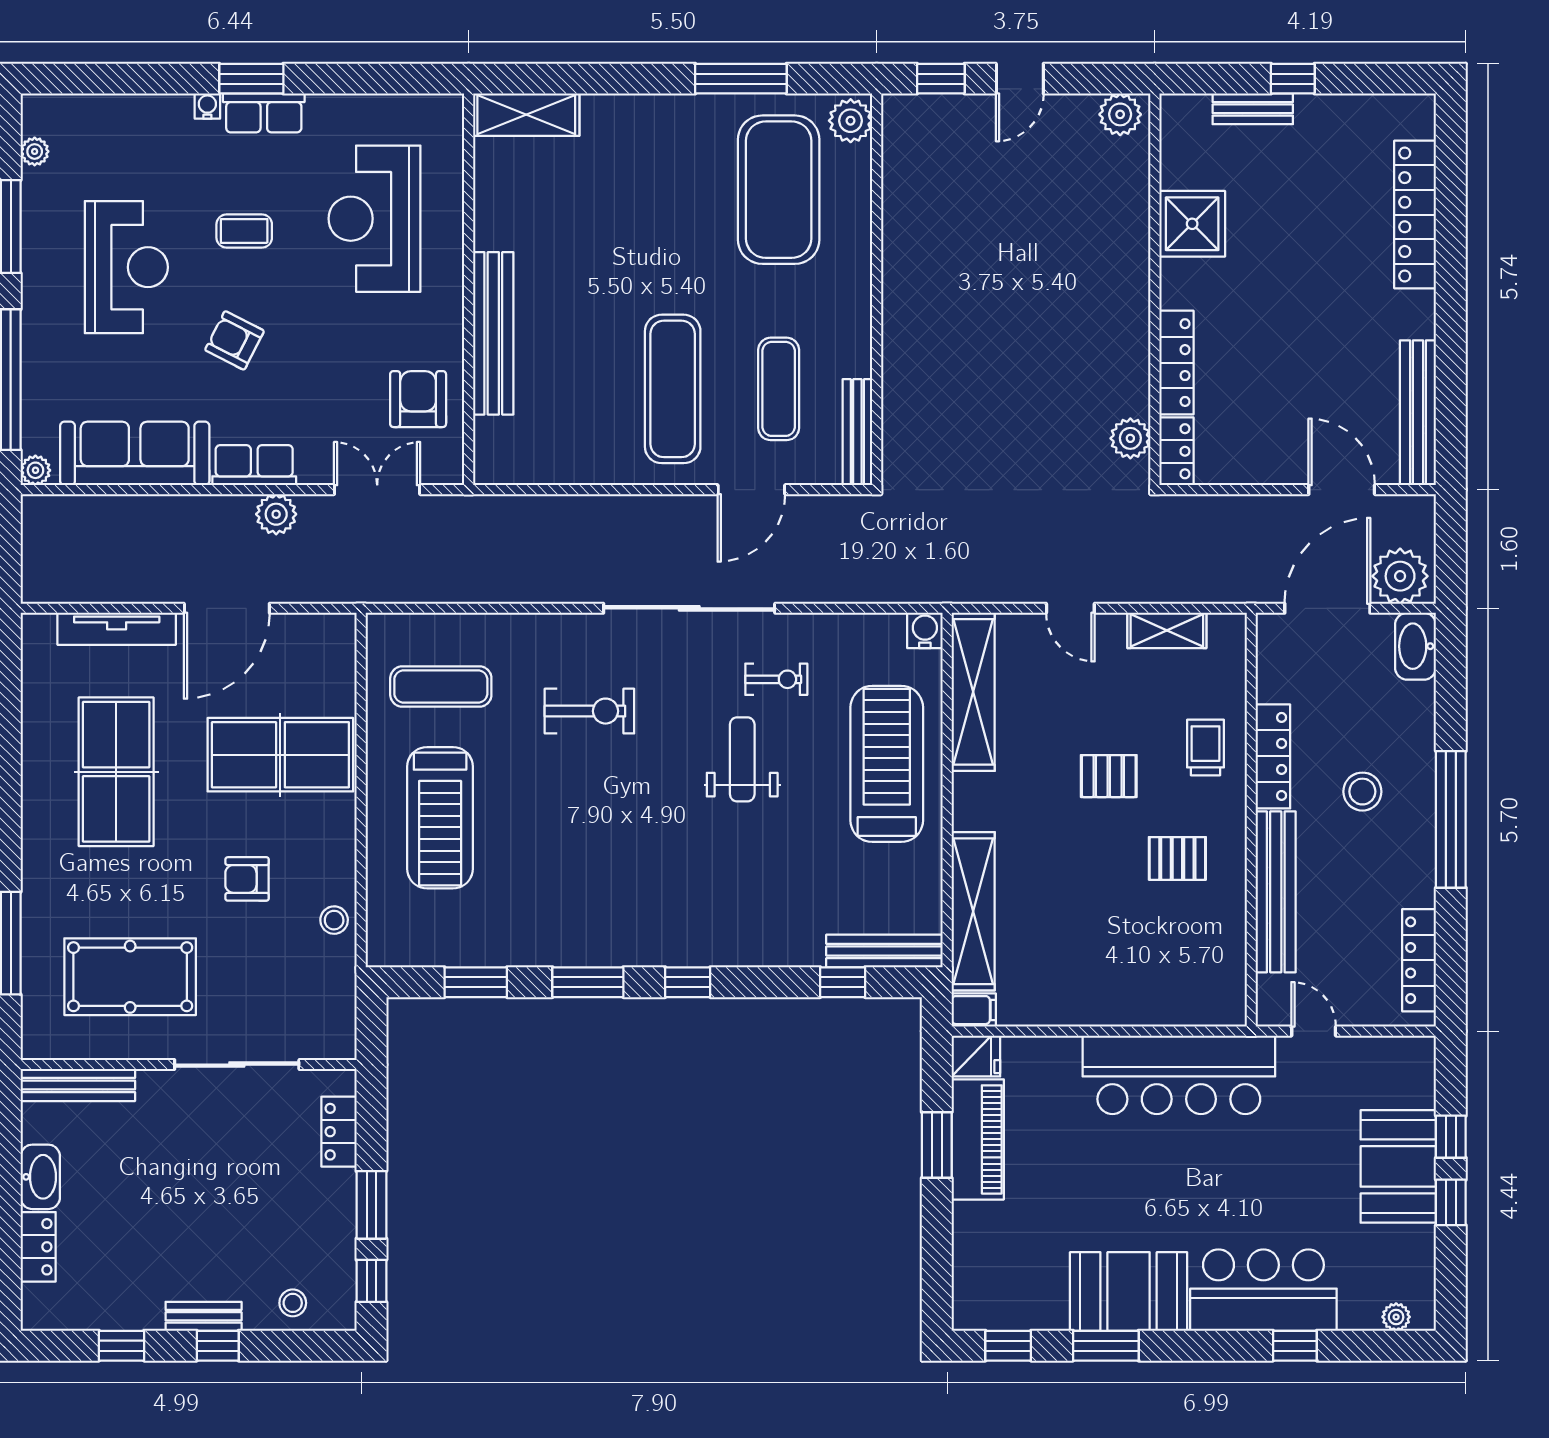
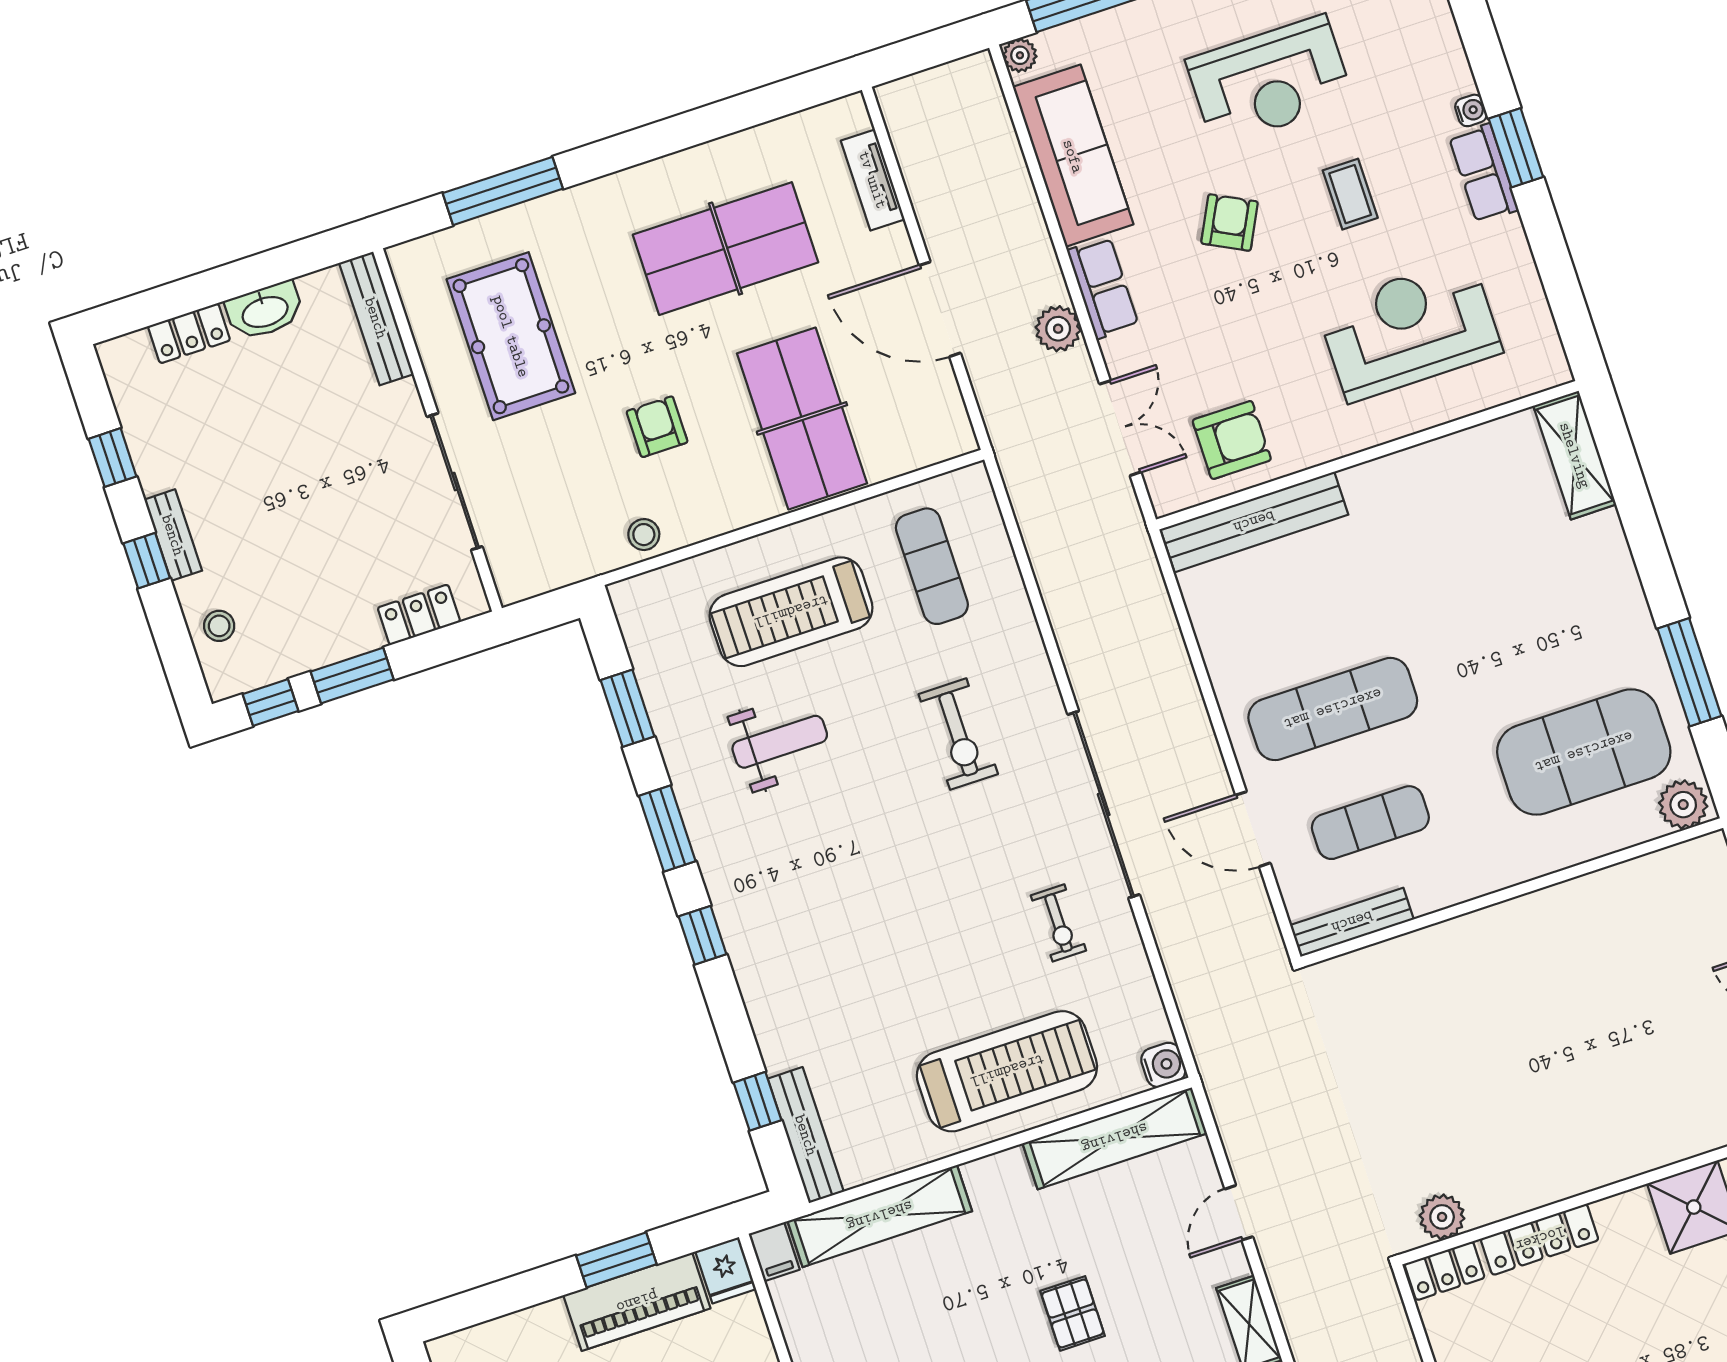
bench: (493, 333) -> (1254, 522), moved
tv unit: (117, 629) -> (873, 180), width x0.71
weight bench: (742, 759) -> (780, 742), moved

